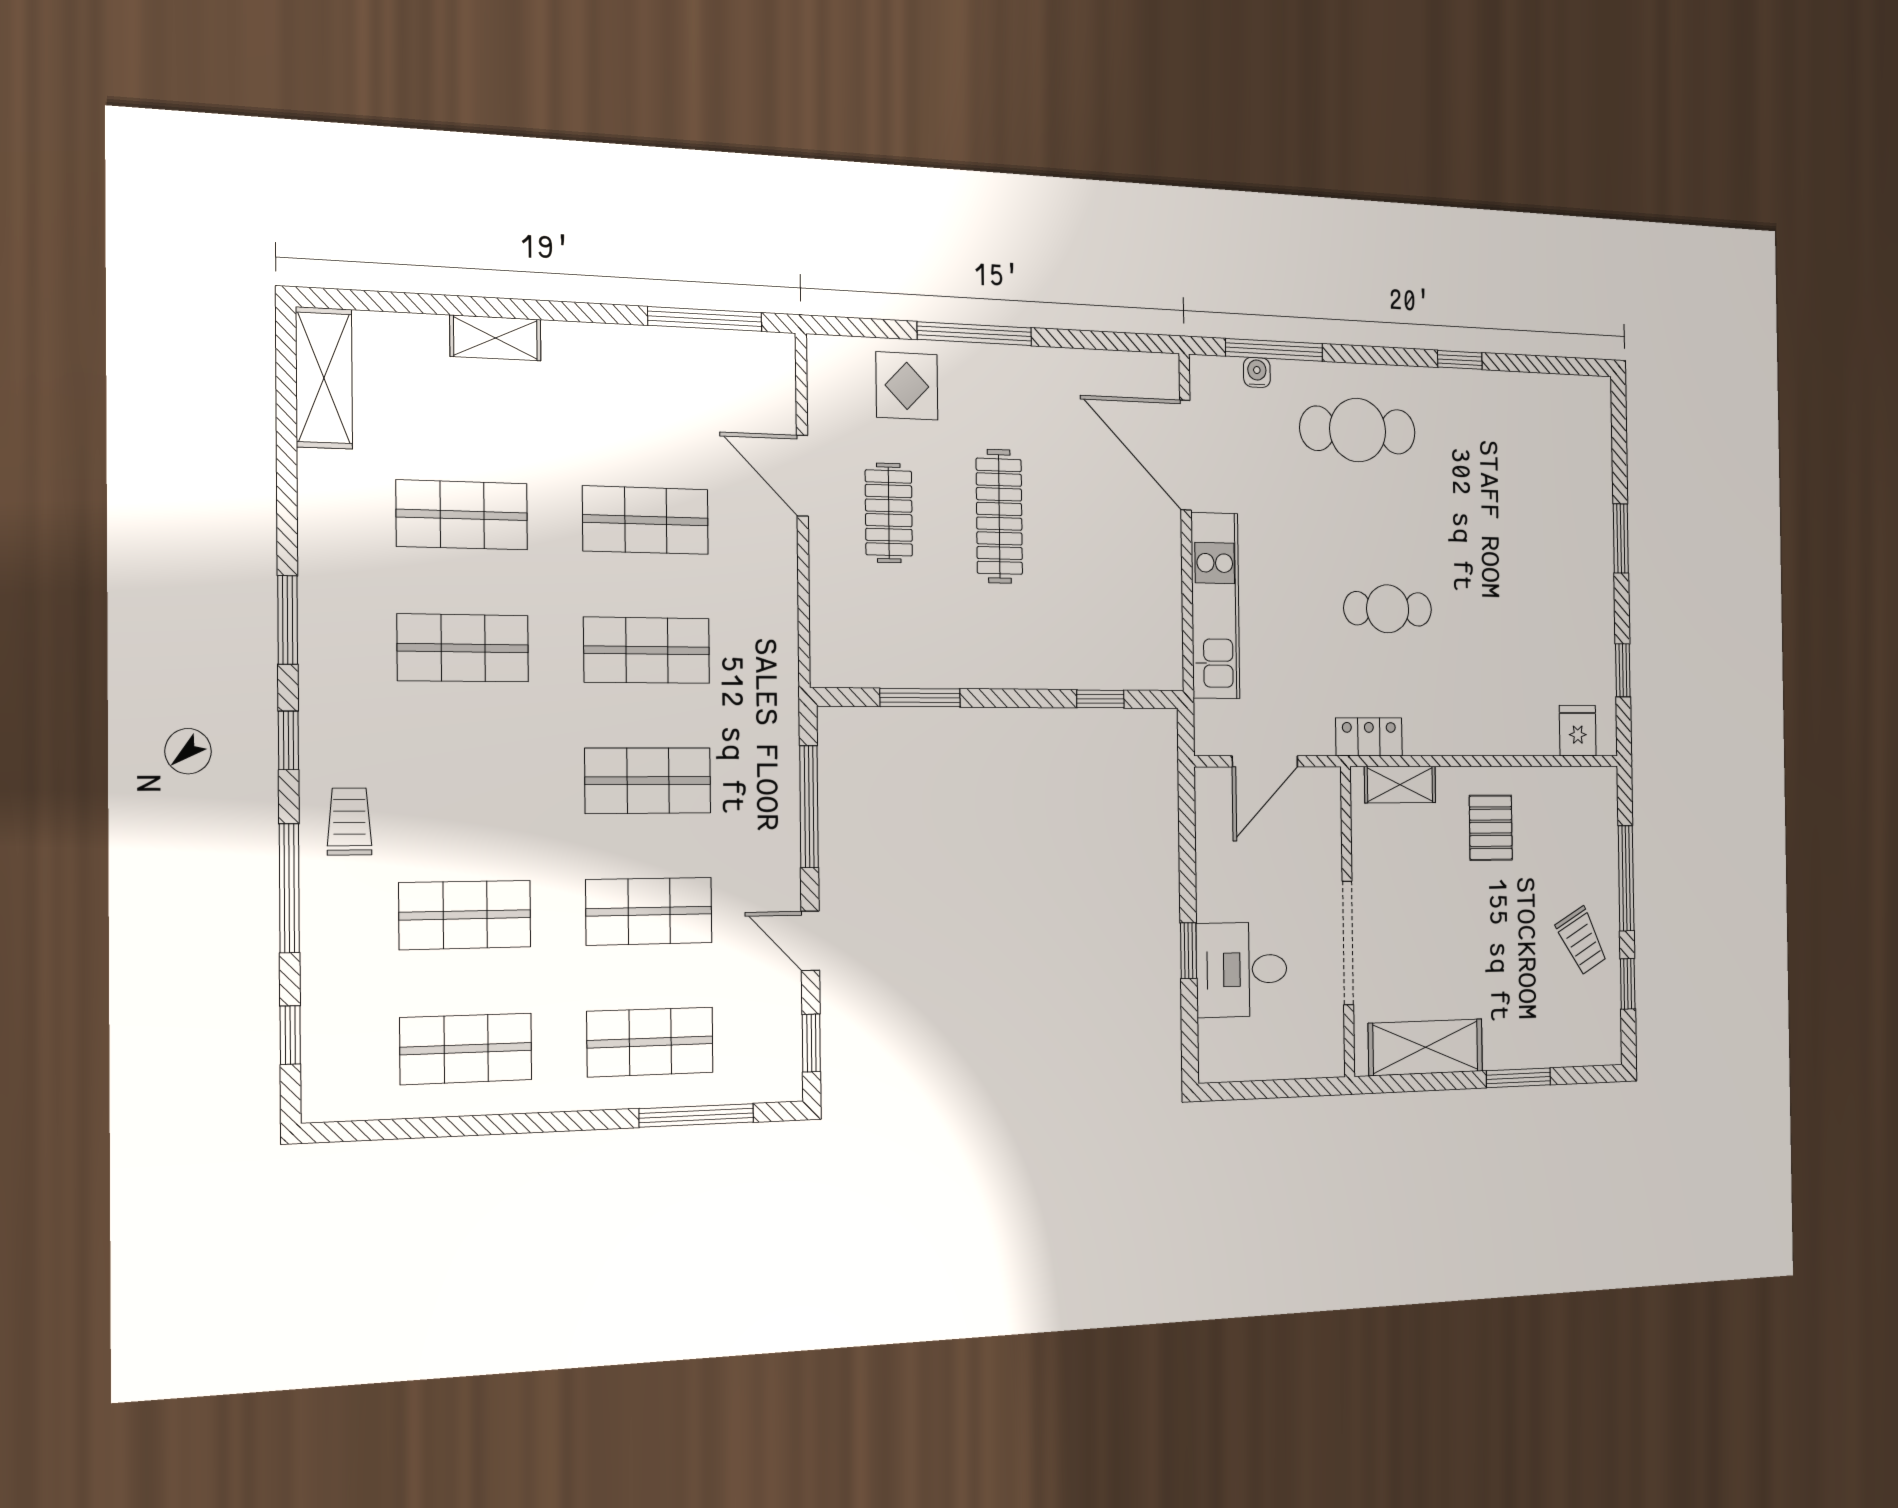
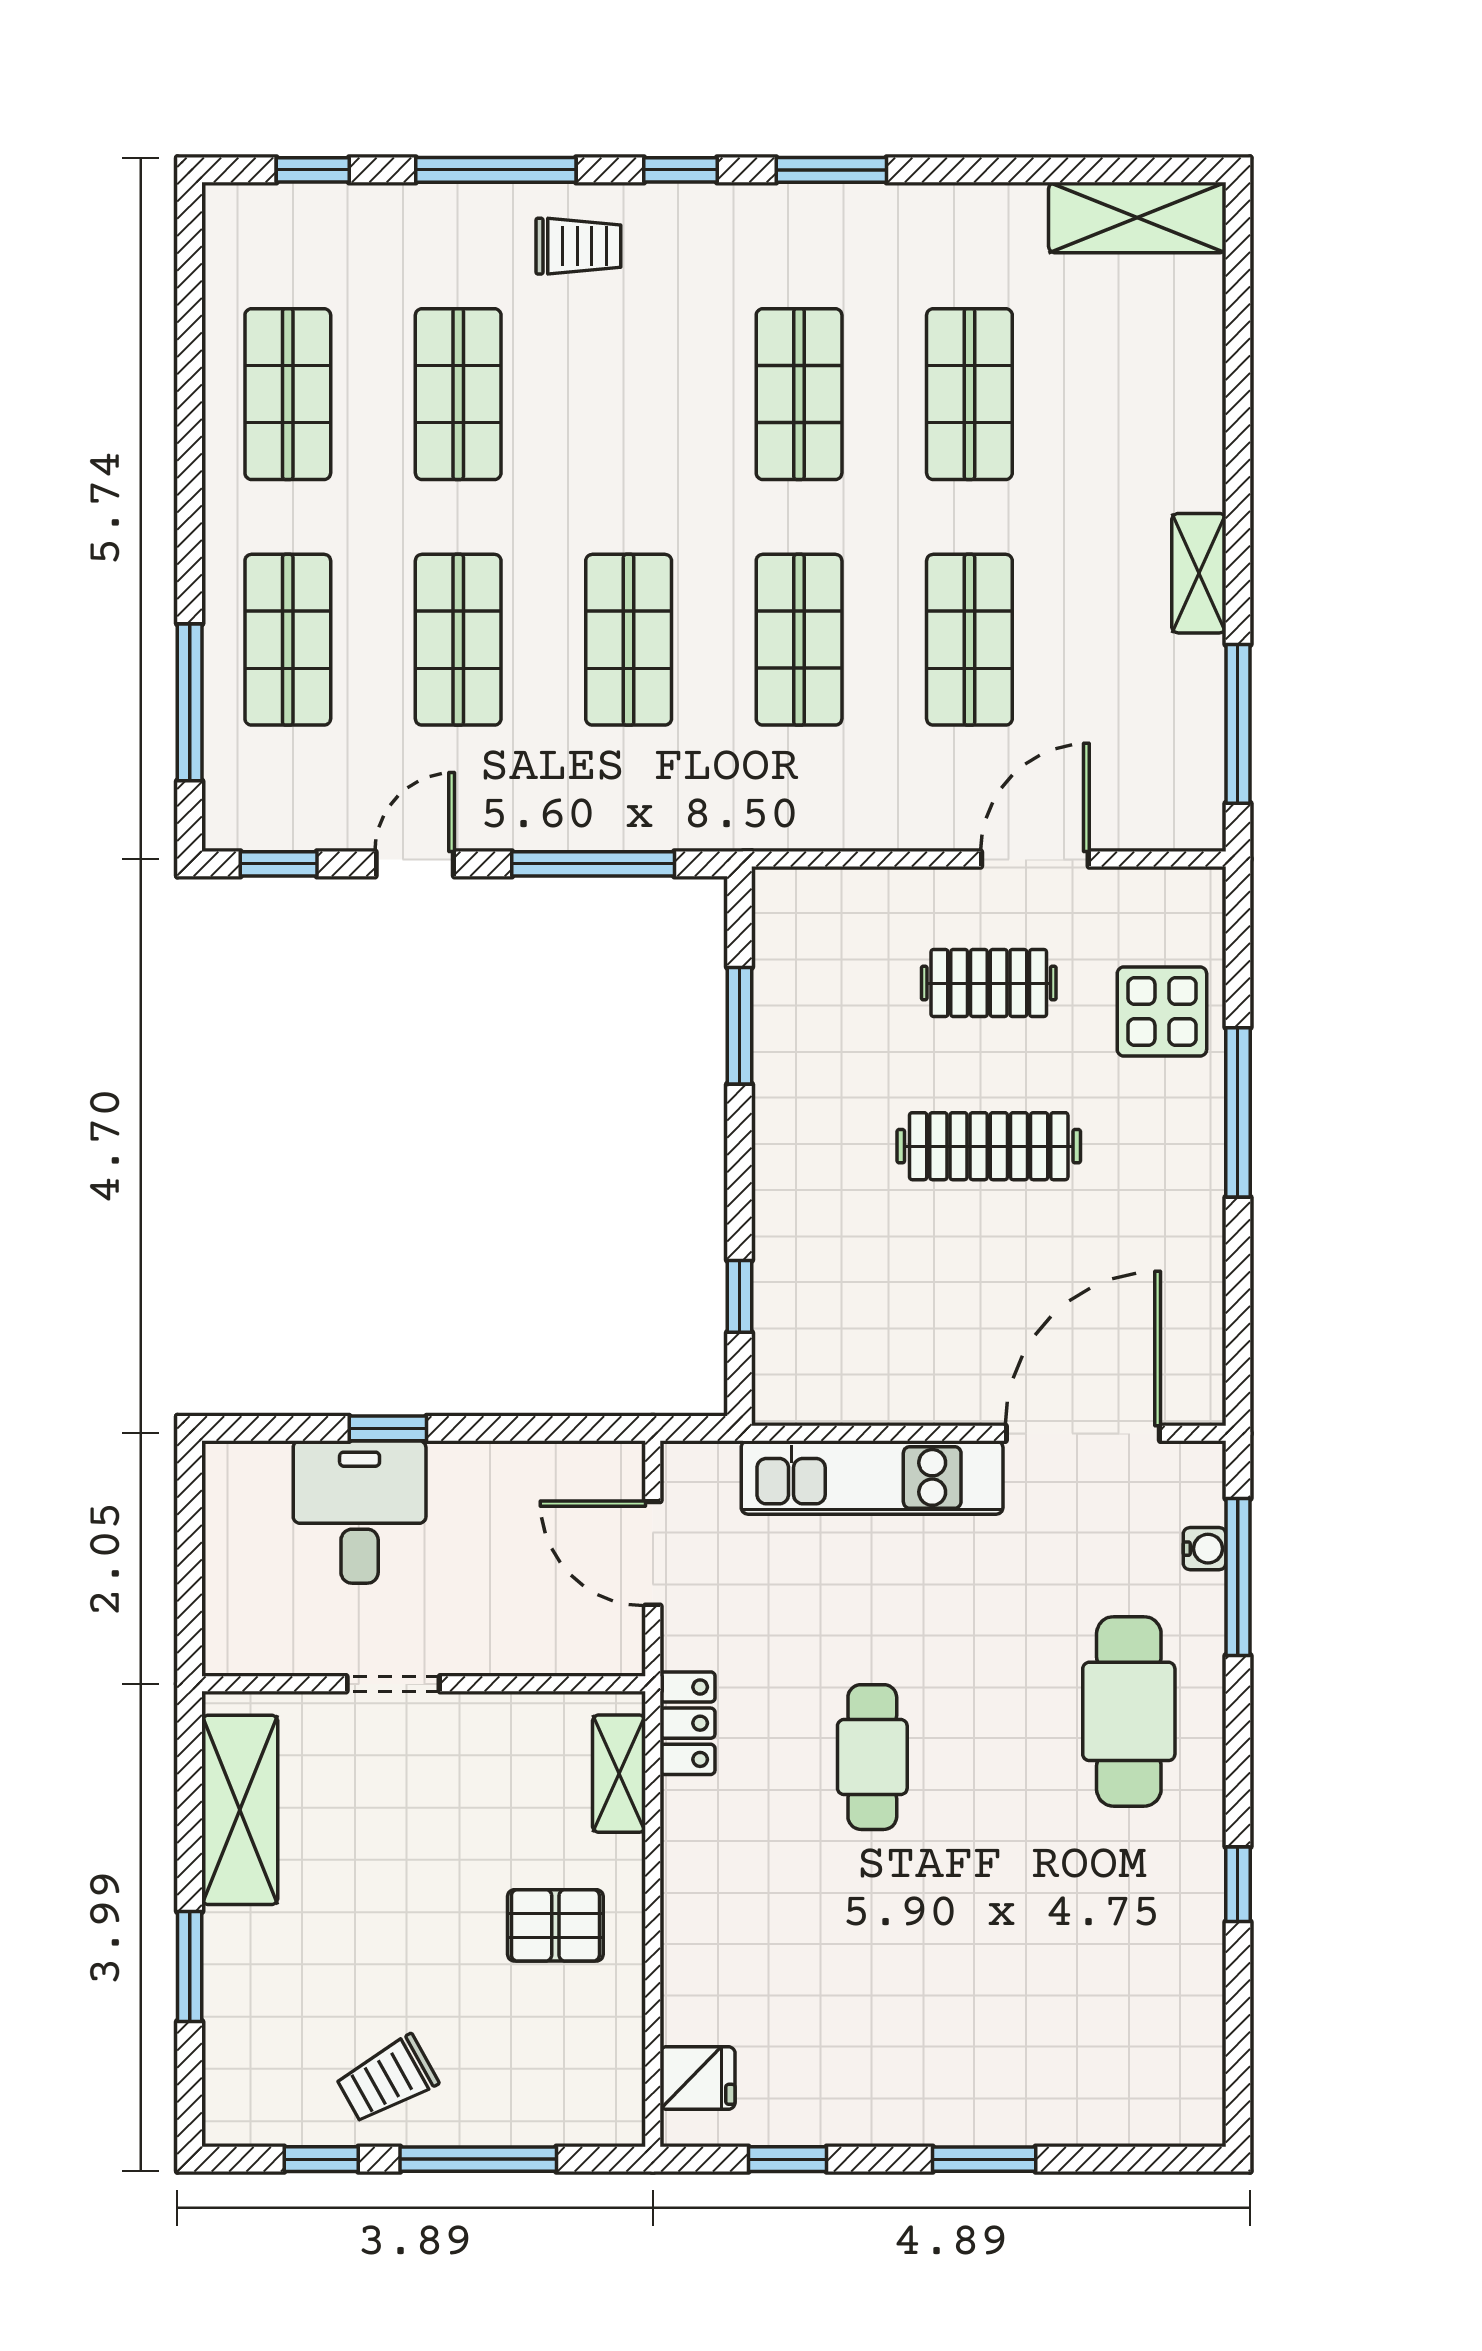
shelving: (495, 338) -> (1199, 573), moved
doorway: (1348, 943) -> (393, 1684), width x0.53

